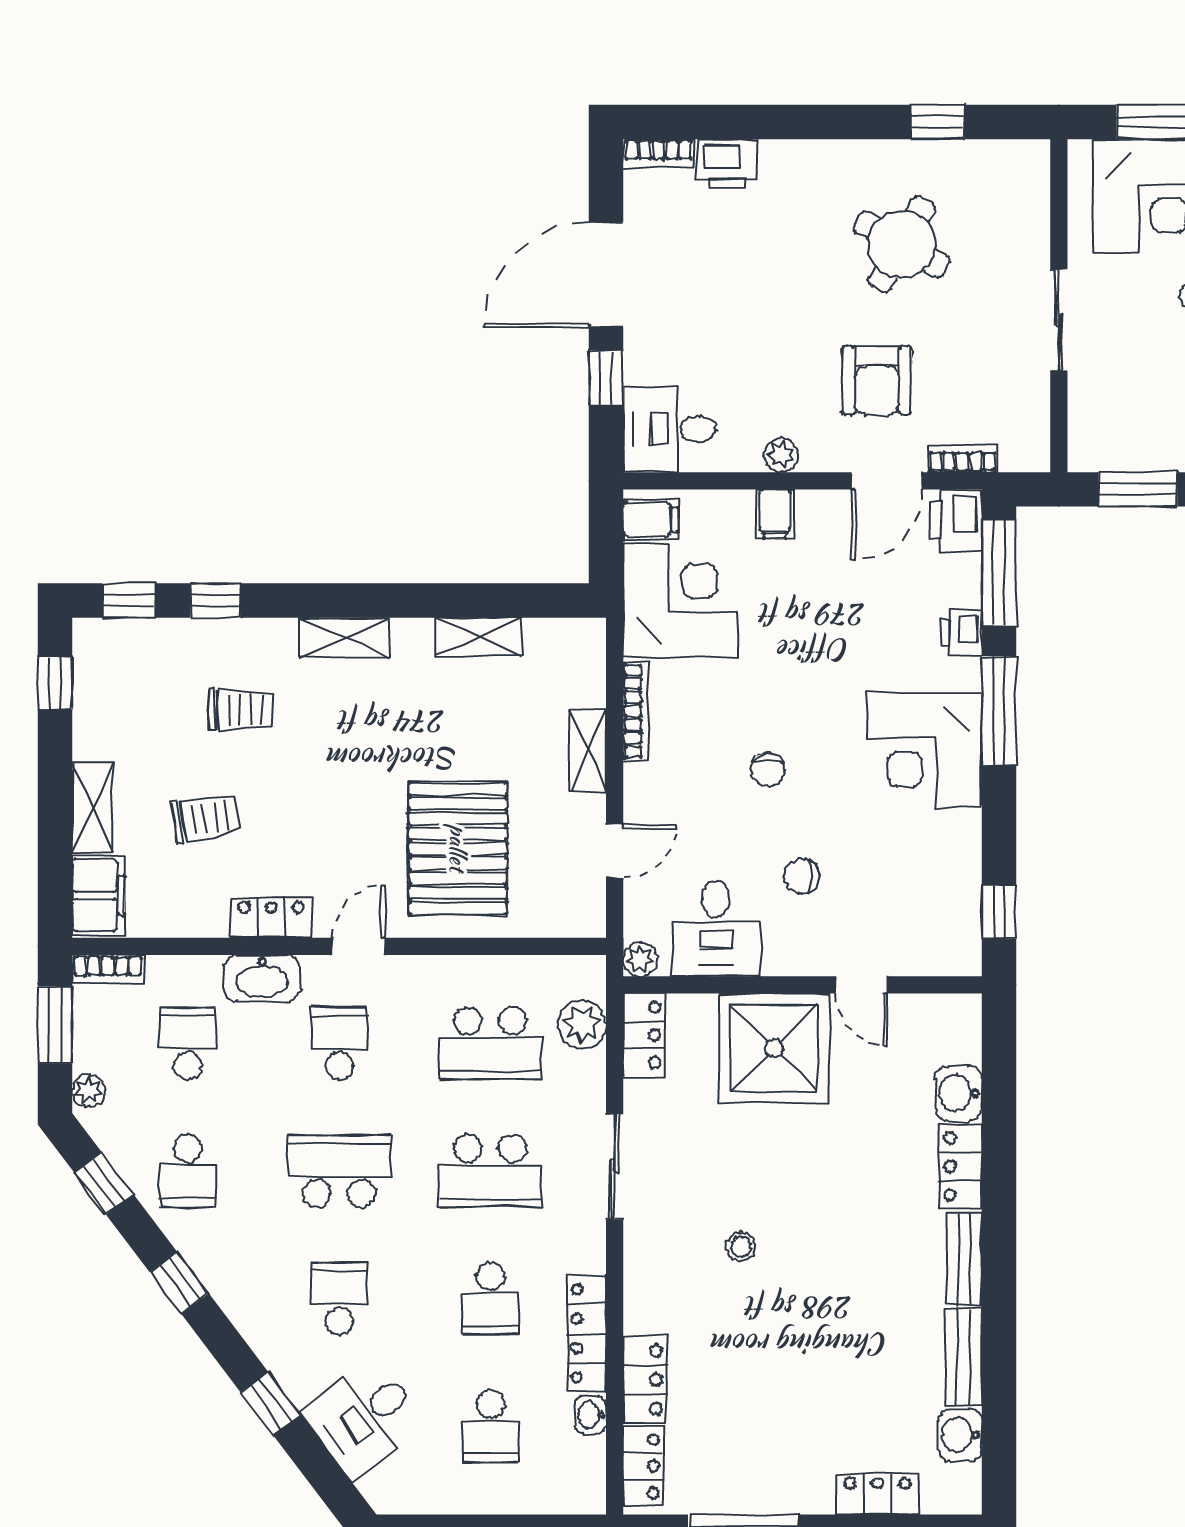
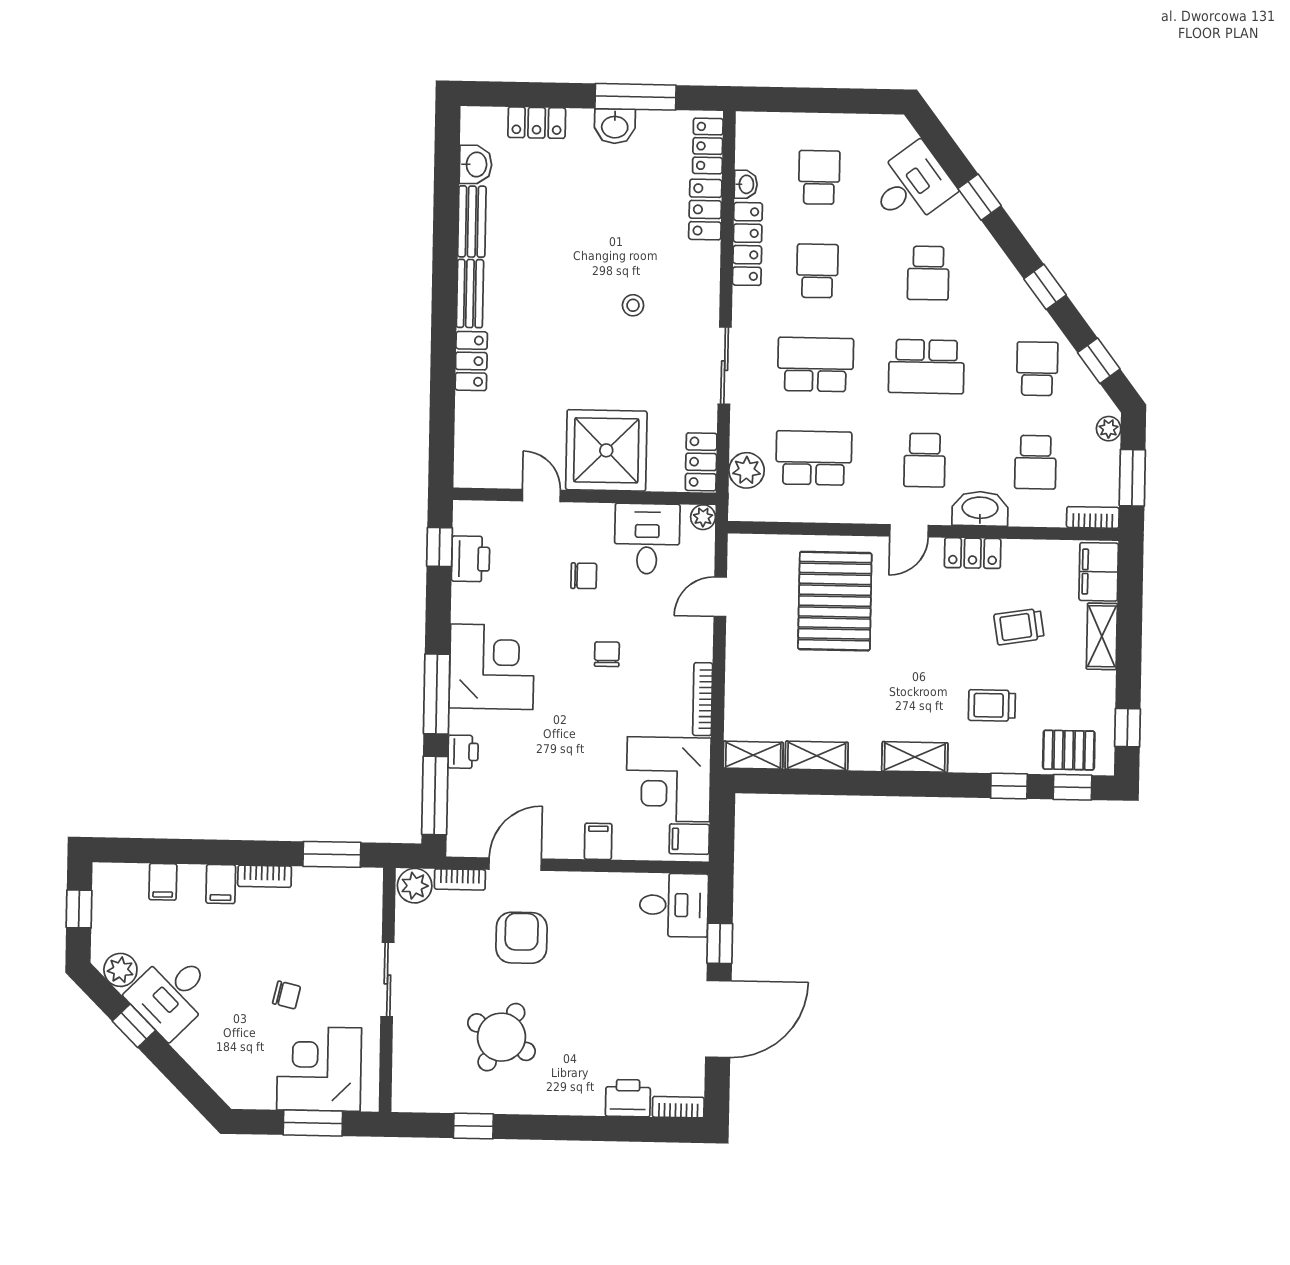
plant: (781, 455) -> (415, 886), moved, width x1.38, depth x1.38
printer: (956, 520) -> (471, 559), moved
pallet: (135, 651) -> (1069, 750), added
shelving: (588, 750) -> (753, 755), moved, turned 90
washbasin: (958, 1093) -> (615, 126), moved, turned 90

